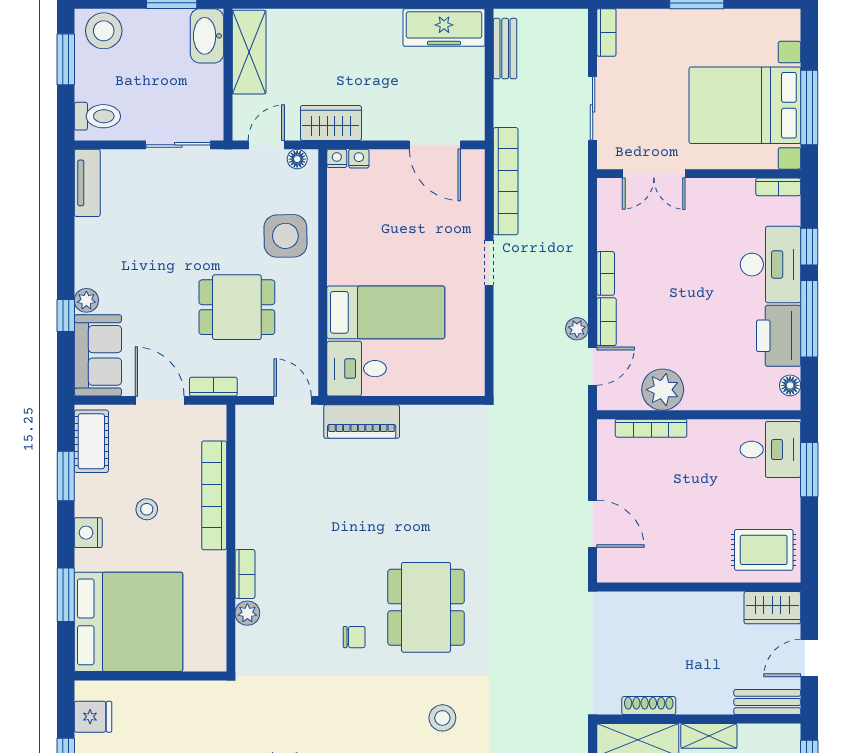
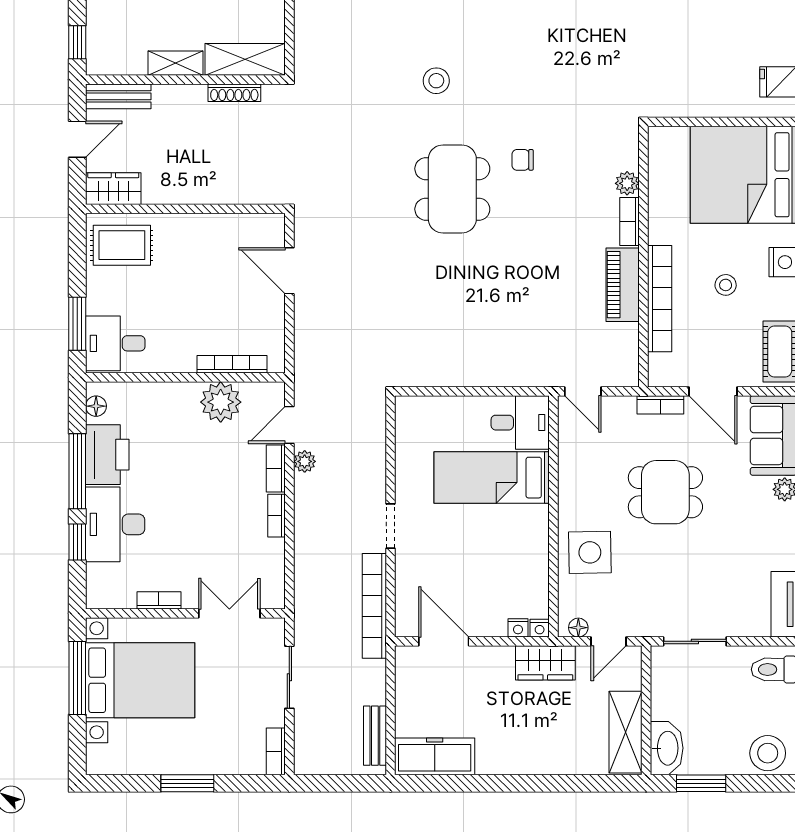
bookcase: (778, 187) -> (159, 600), moved
dining table: (237, 307) -> (665, 492), moved
piano: (362, 422) -> (623, 285), moved, turned -90

